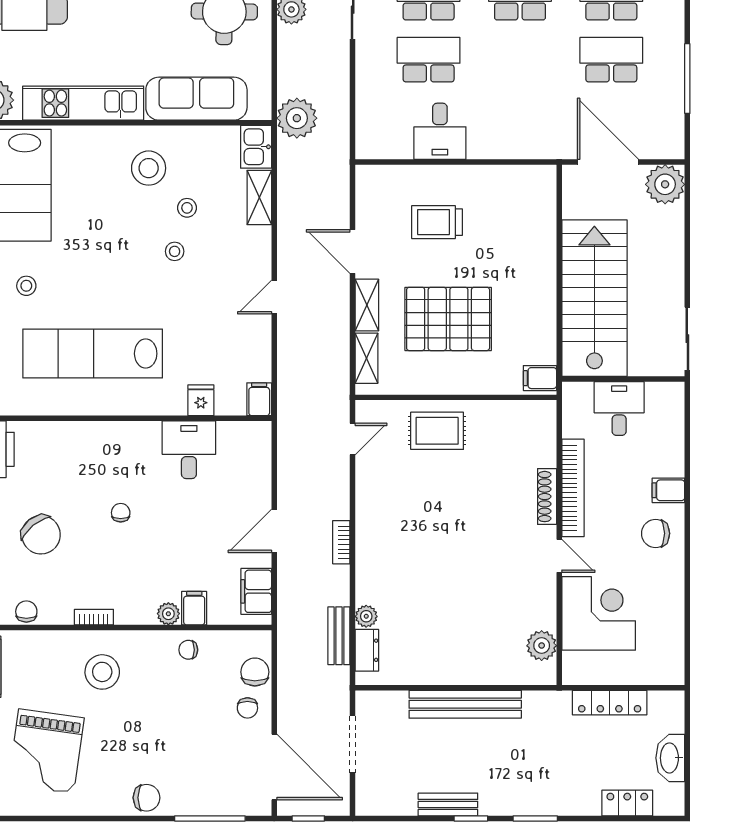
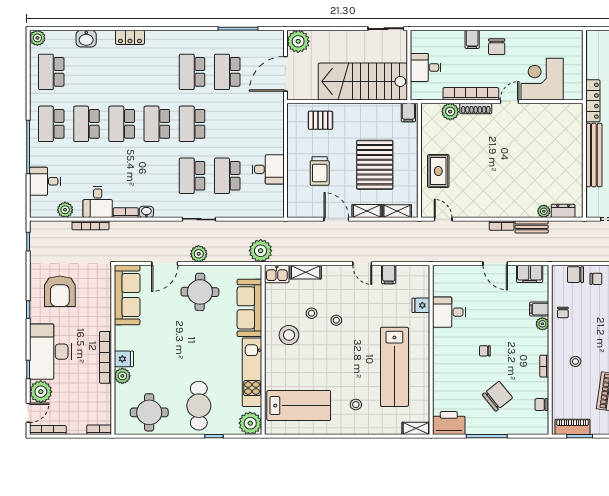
pallet: (526, 223) -> (320, 120), added
door: (353, 251) -> (336, 219), swing flipped
filing cabinet: (259, 399) -> (389, 274), moved, turned -90
bench: (339, 636) -> (532, 227), moved
plant: (542, 646) -> (450, 112), moved
stool: (102, 672) -> (575, 361), width x0.53, depth x0.53
locker: (610, 703) -> (593, 101), moved

